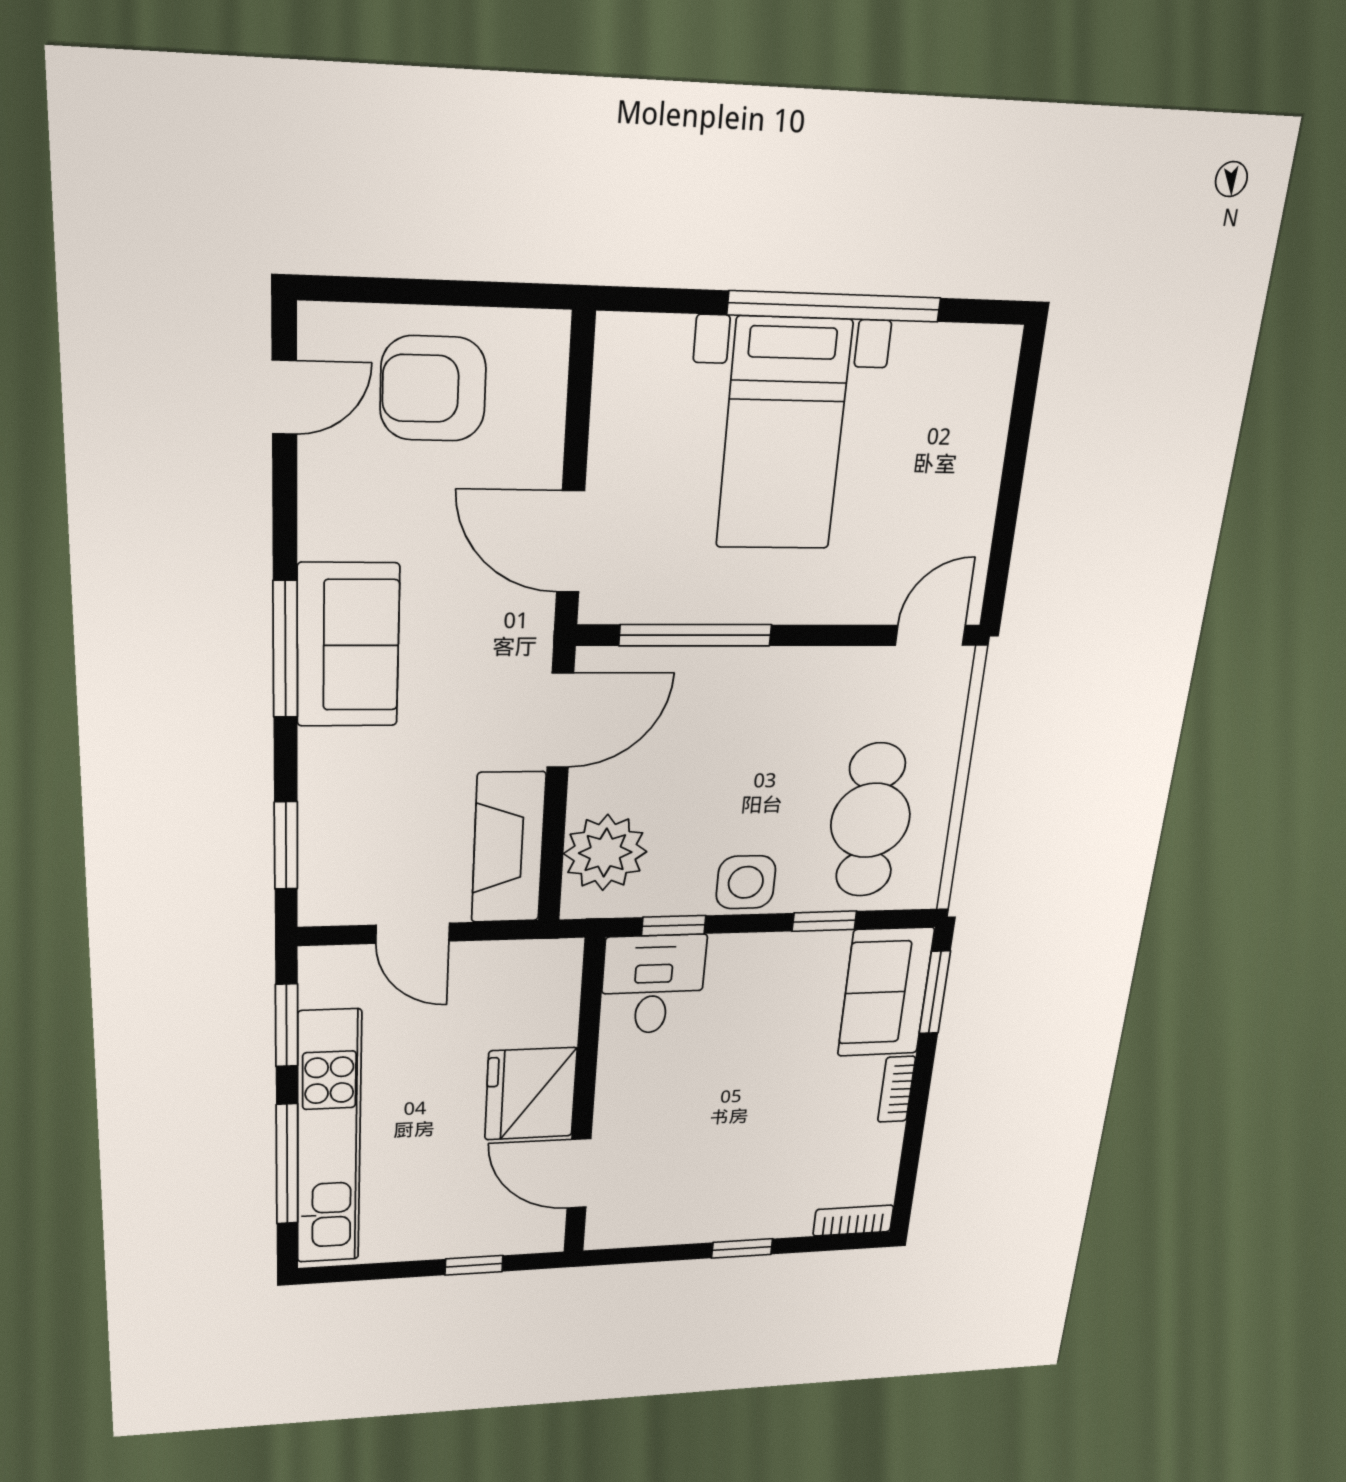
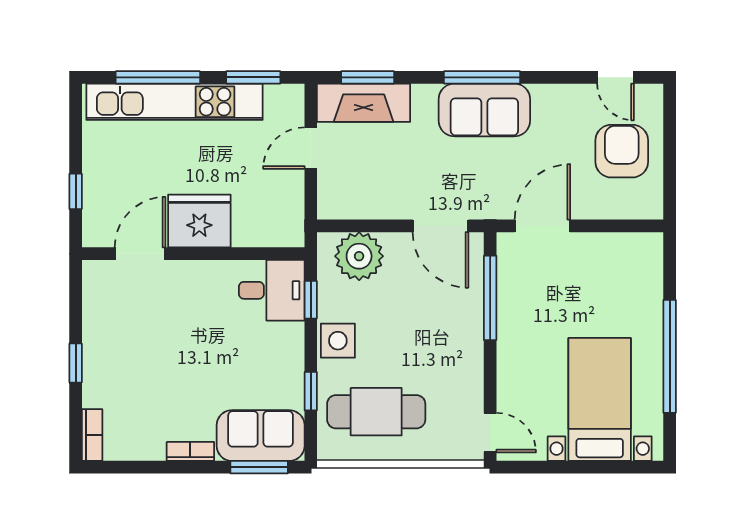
bed with nightstands: (783, 435) -> (600, 399), moved, turned 90
fireplace: (508, 848) -> (364, 103), moved, turned 180

